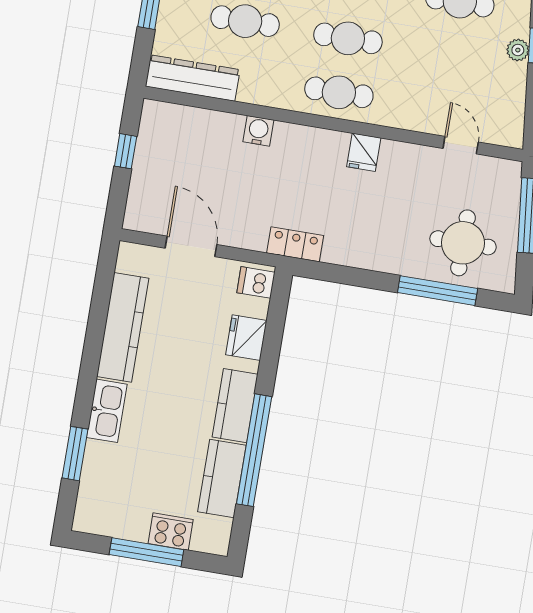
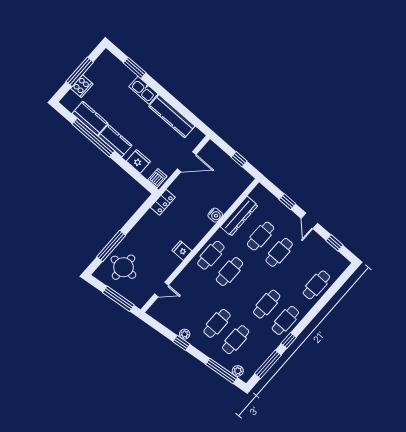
dresser: (193, 78) -> (239, 216), moved

